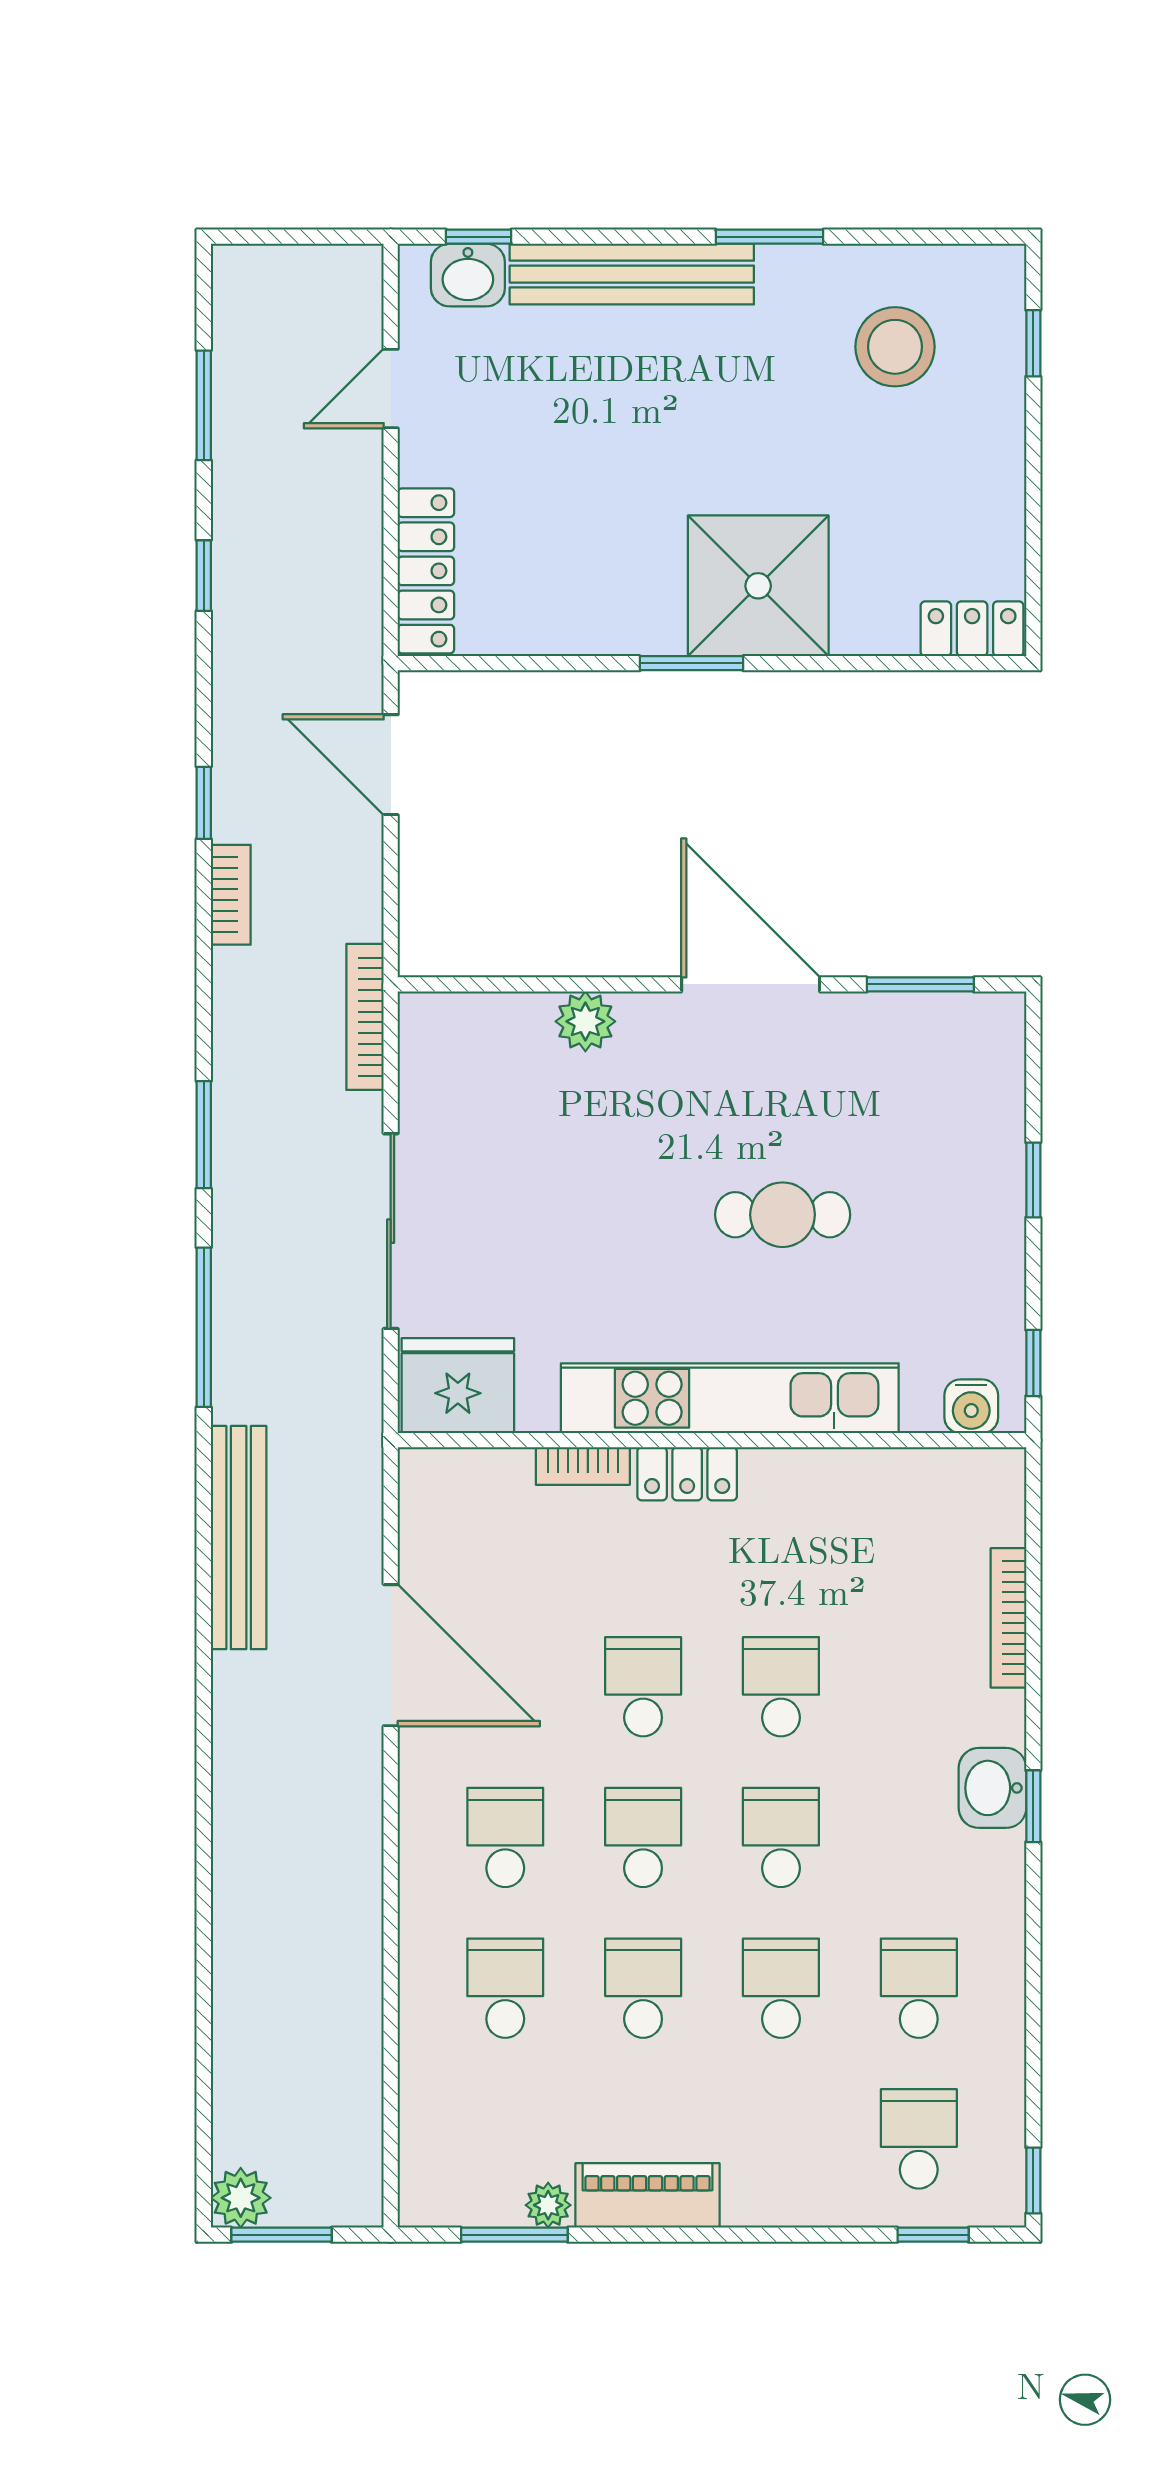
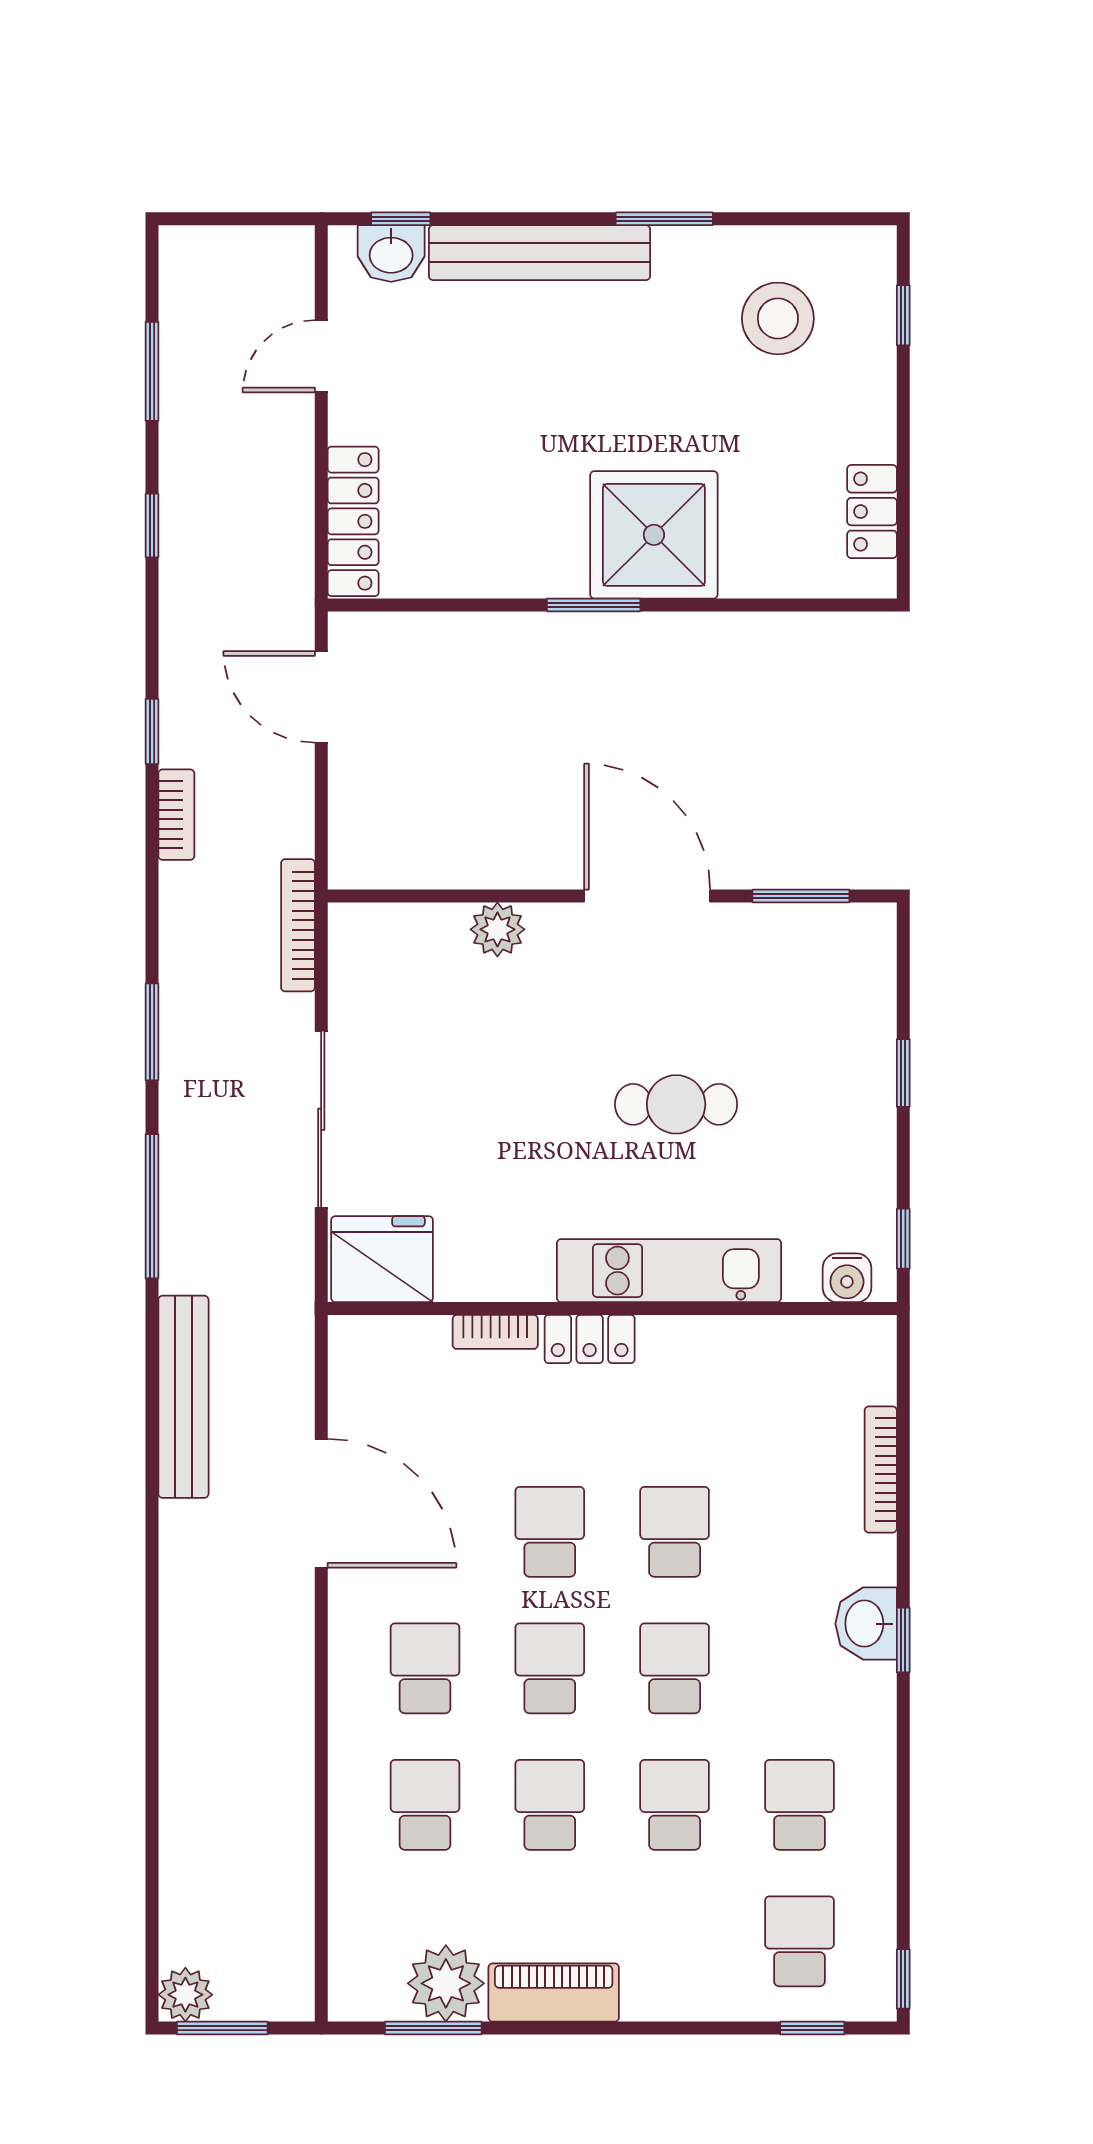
locker: (972, 629) -> (872, 512), moved, turned -90
kitchen unit: (730, 1398) -> (669, 1271), width x0.73
plant: (548, 2205) -> (446, 1983), width x1.87, depth x1.87

